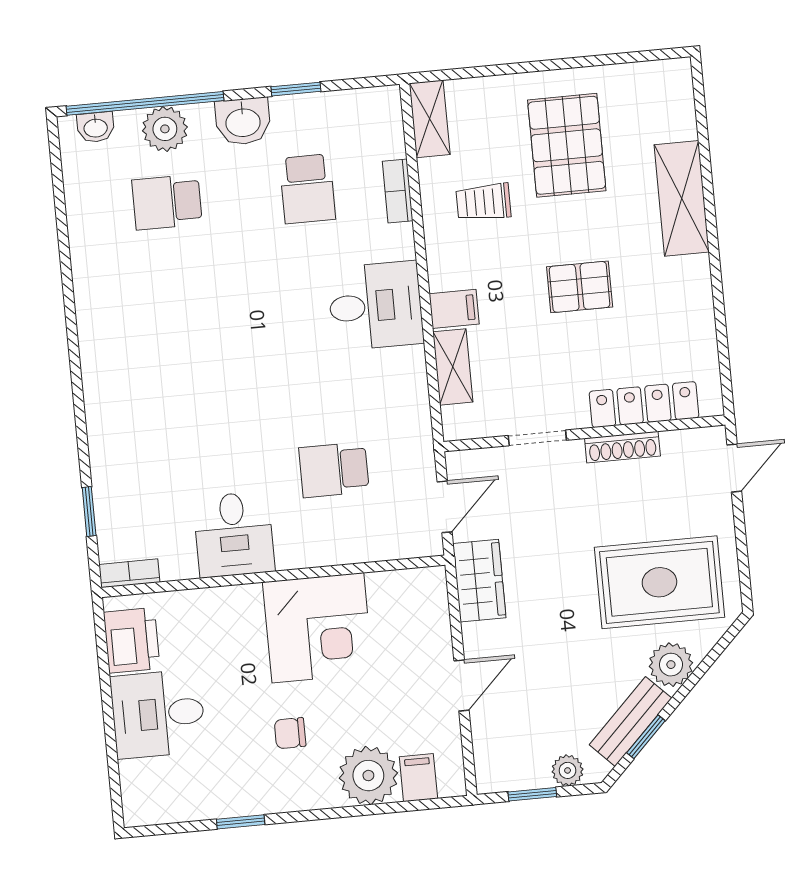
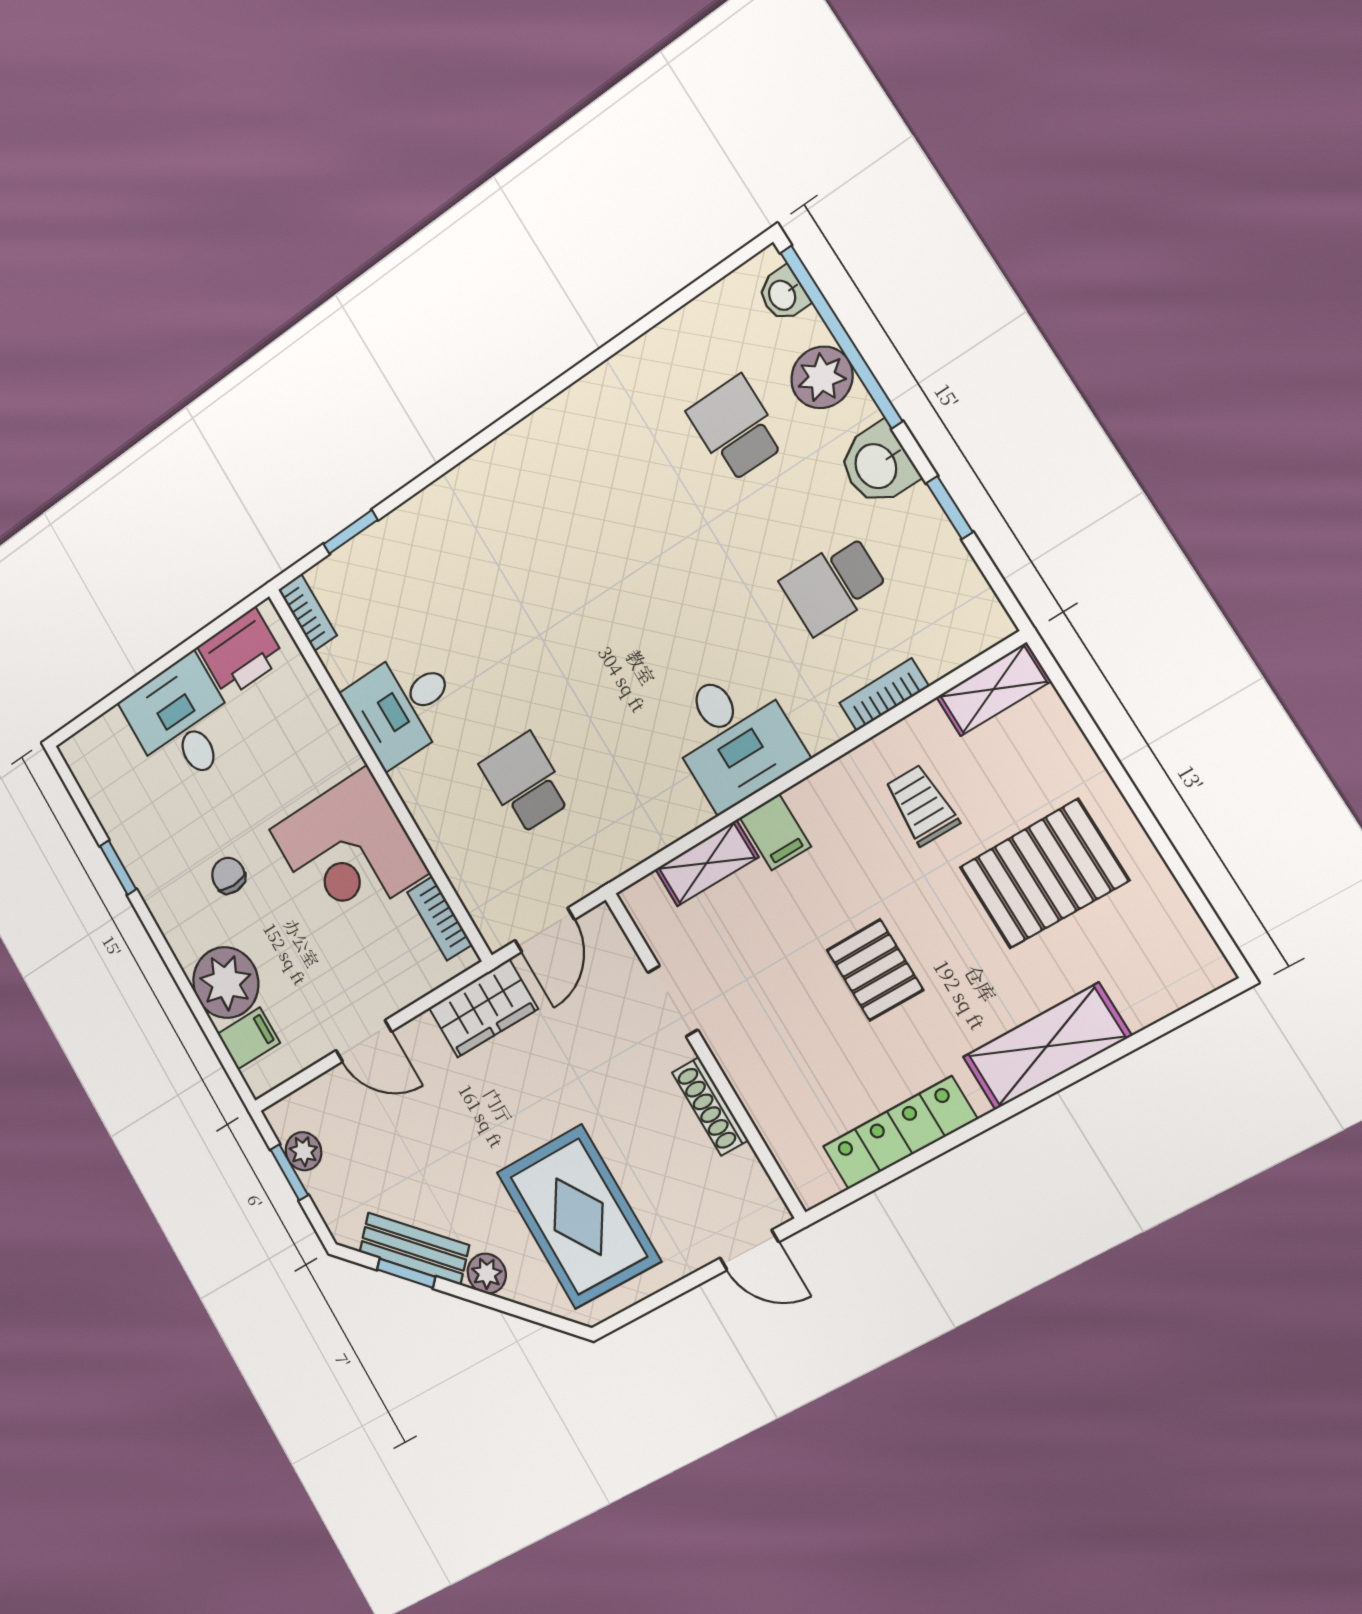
locker: (644, 405) -> (900, 1133), moved, turned -90
door: (445, 507) -> (545, 930), hinge flipped
bookcase: (400, 582) -> (440, 918), added
plant: (671, 665) -> (487, 1274), width x0.73, depth x0.73
plant: (568, 770) -> (303, 1151), moved

